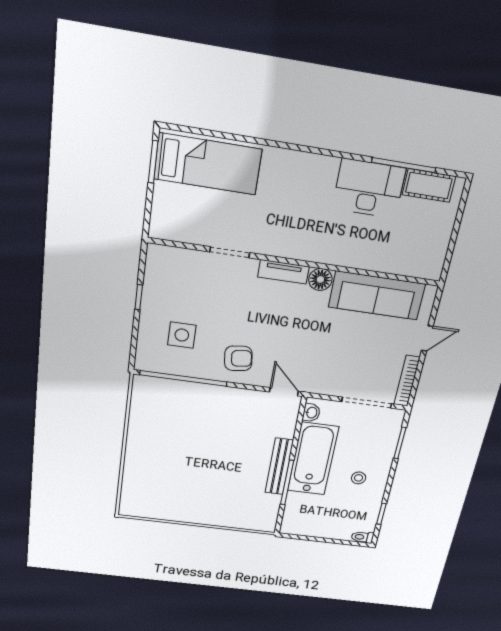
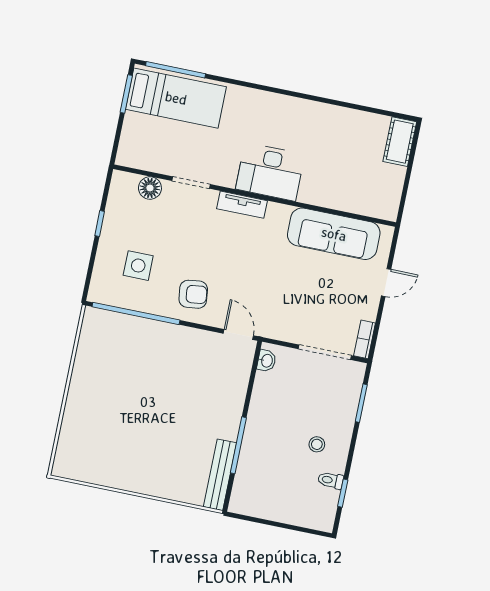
window: (404, 165) -> (176, 70), moved
cot: (429, 186) -> (400, 142), moved, turned 90
desk: (369, 188) -> (270, 172), moved, turned 180
floor lamp: (320, 279) -> (150, 188), moved
bookcase: (407, 381) -> (365, 339), width x0.64
bathtub: (313, 459) -> (267, 417), removed
bench: (279, 466) -> (220, 475), moved
toilet: (362, 537) -> (331, 480), moved

